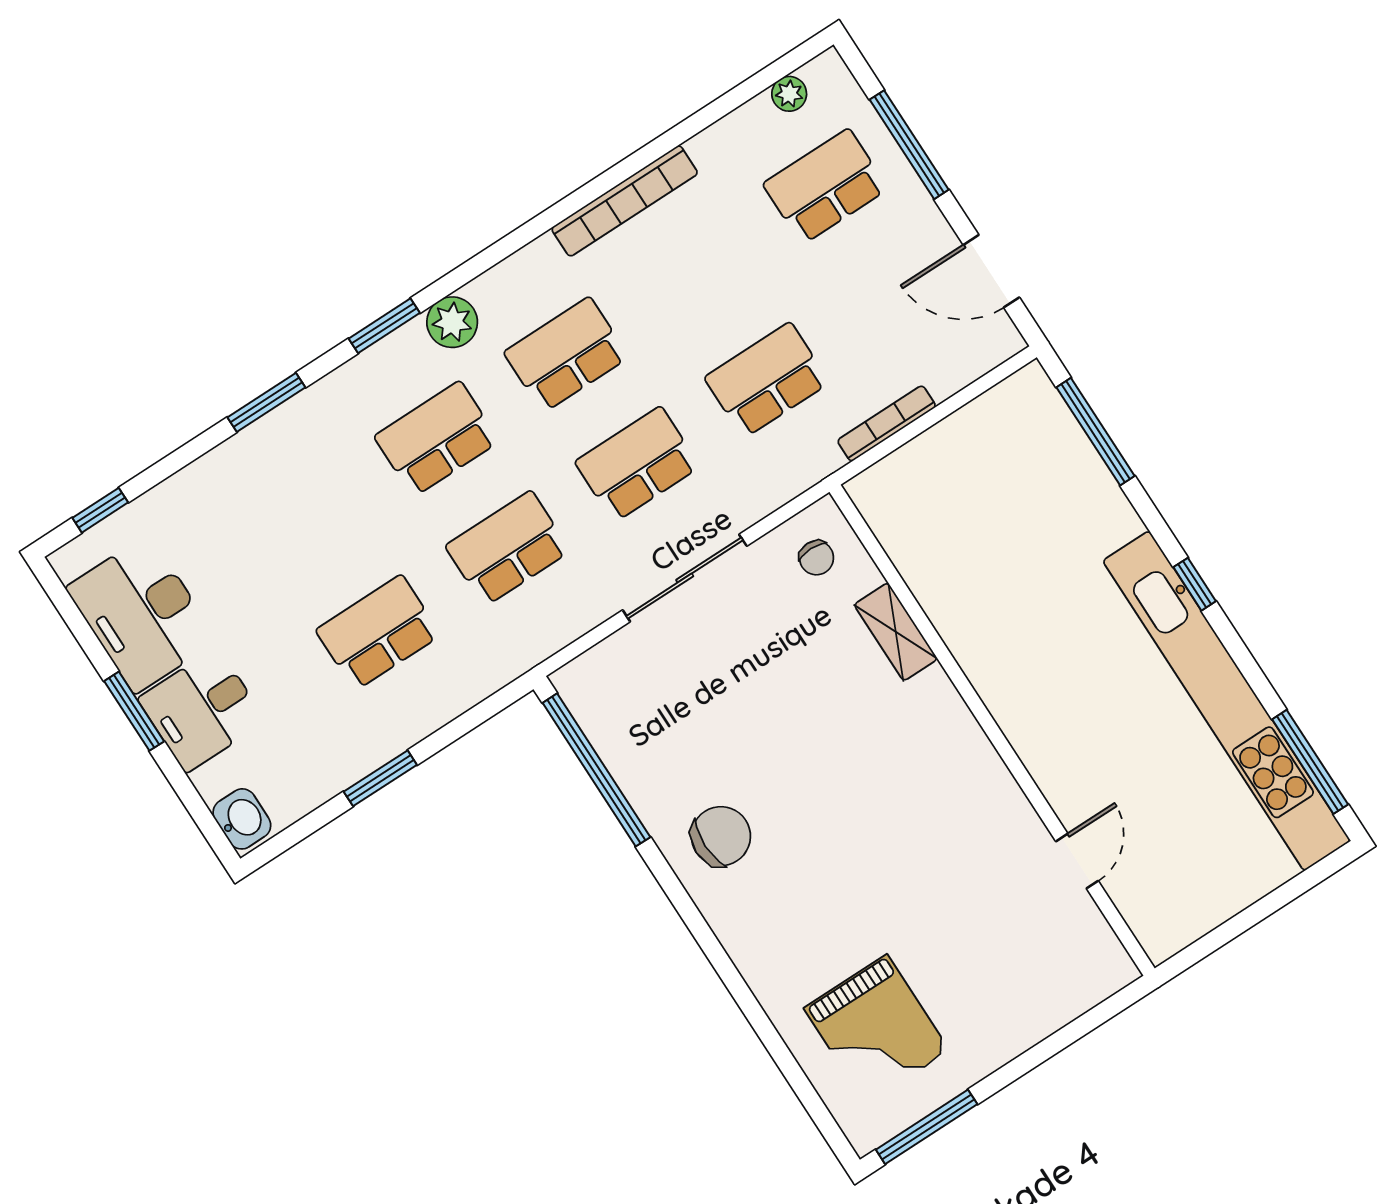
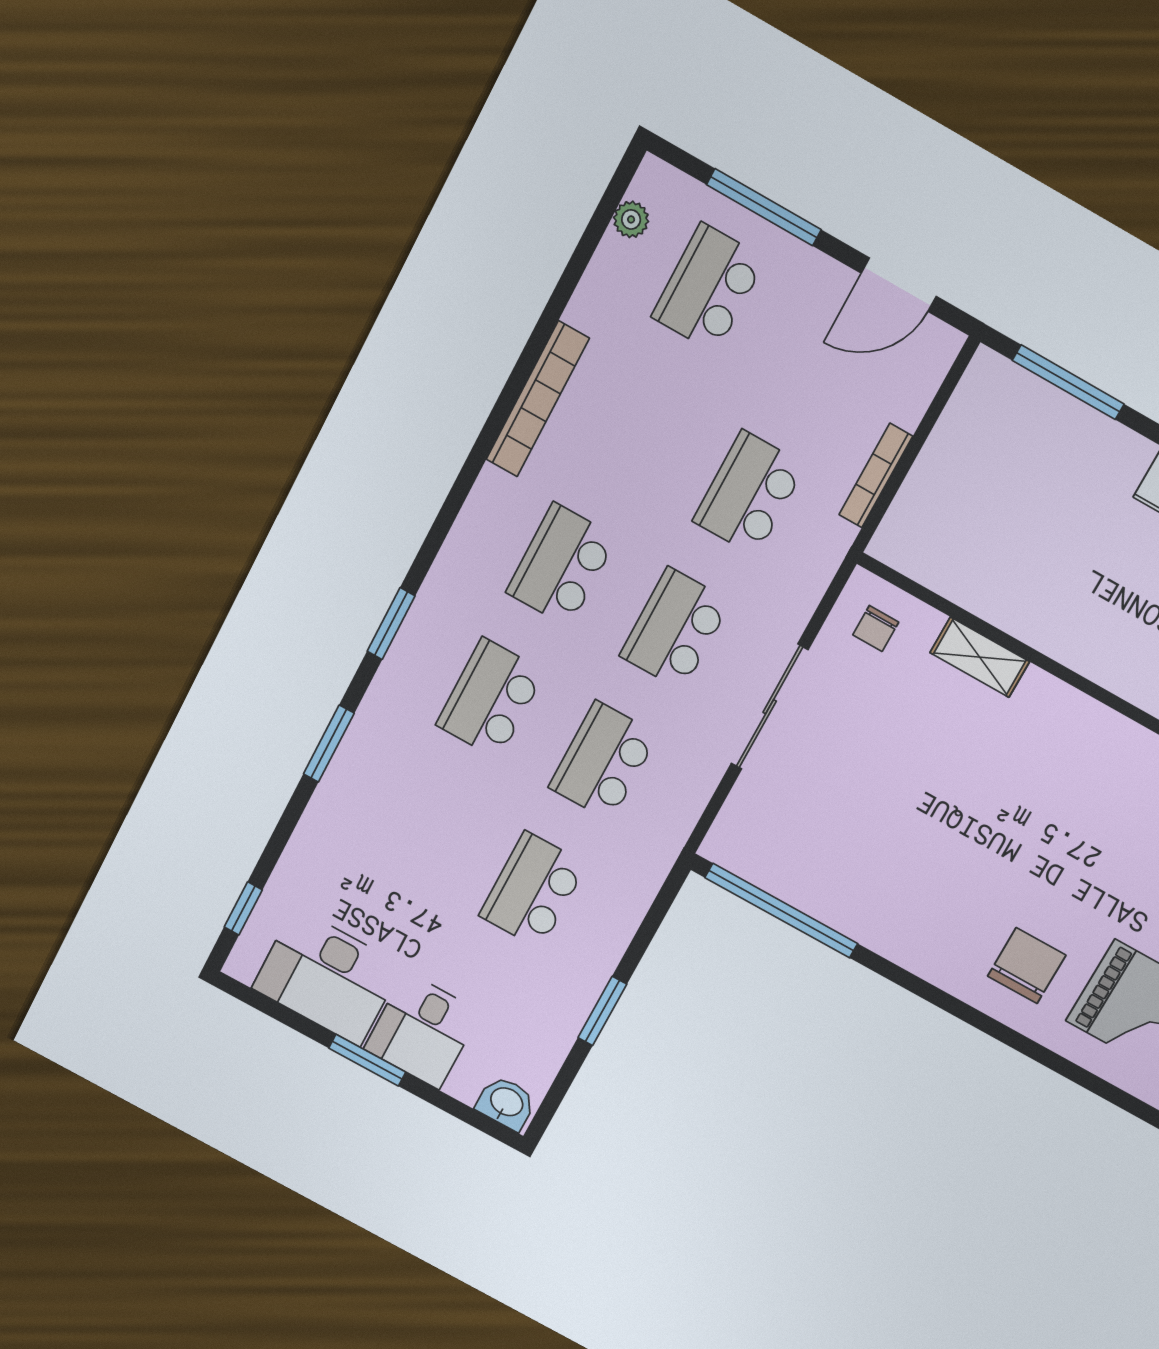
plant: (452, 322) -> (447, 589), removed
chair: (816, 558) -> (876, 629), turned 90
chair: (721, 836) -> (1027, 966), moved

